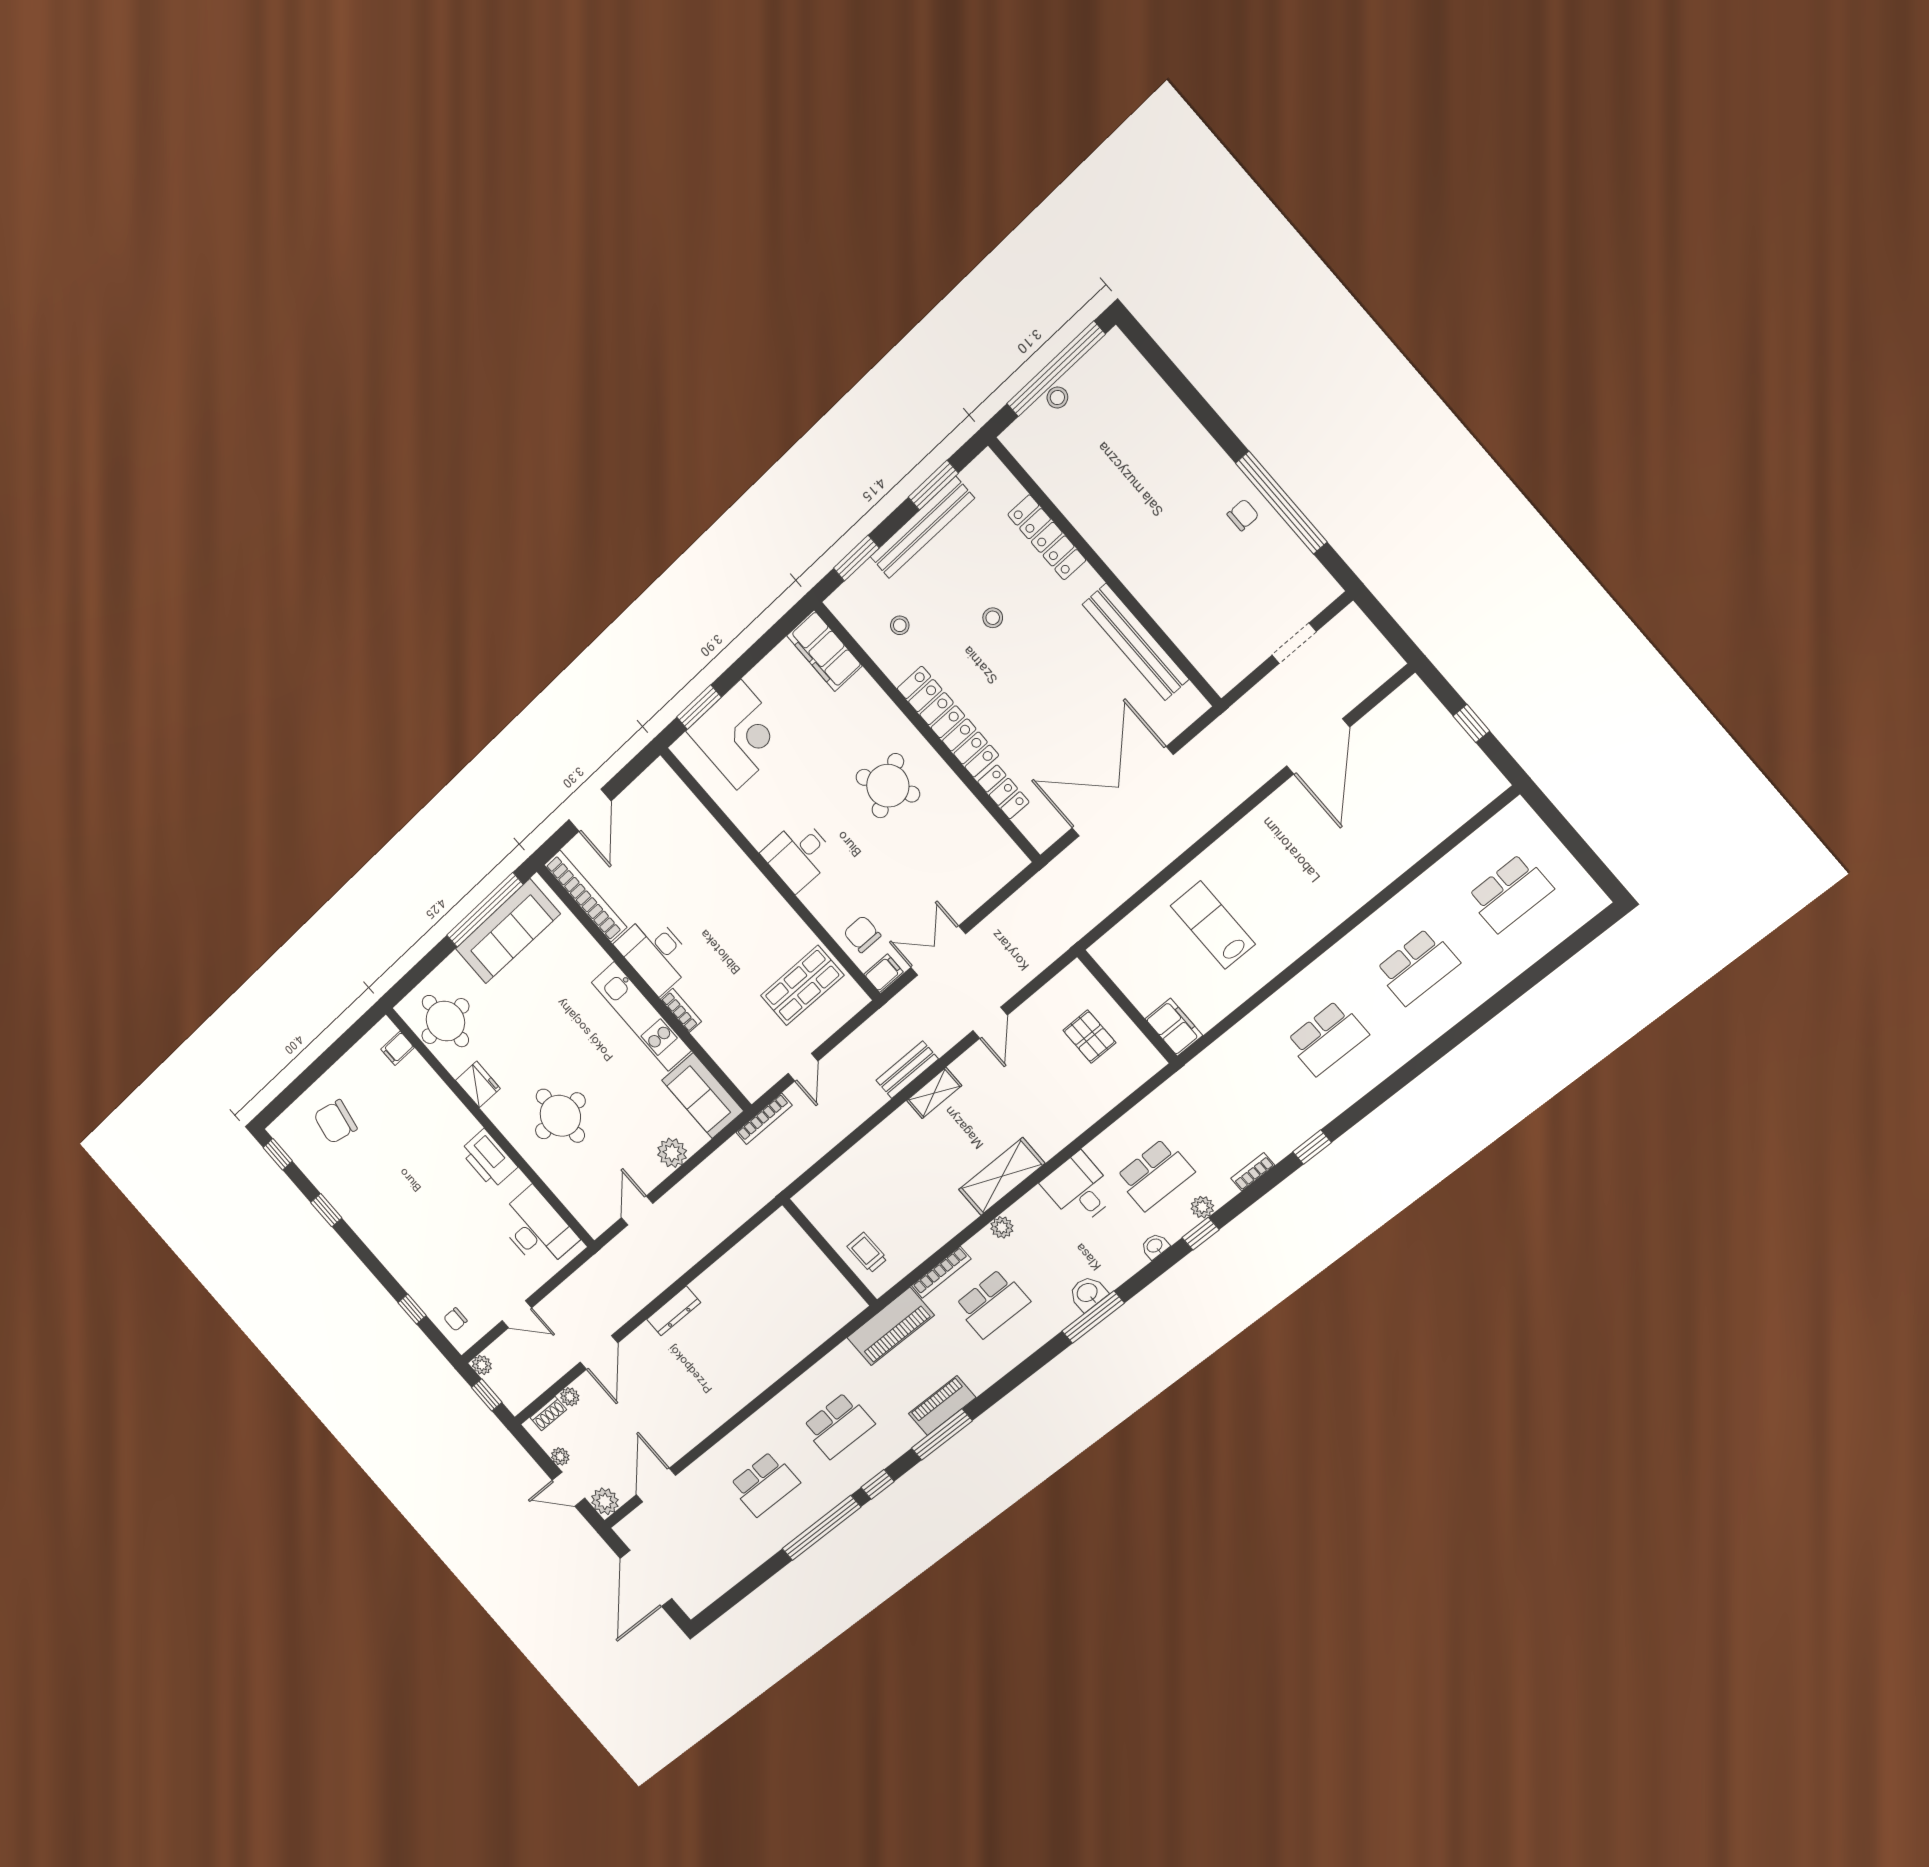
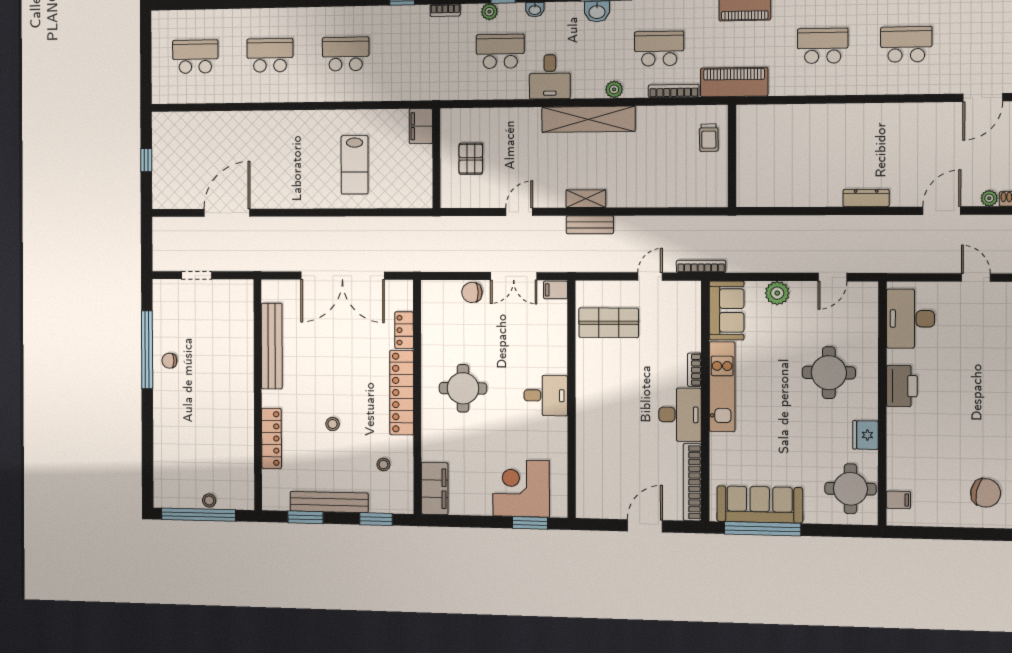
round table: (888, 786) -> (463, 388), turned 30
chair: (862, 934) -> (472, 292), moved, turned 89
shelving: (1002, 1176) -> (588, 119), width x1.47

